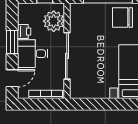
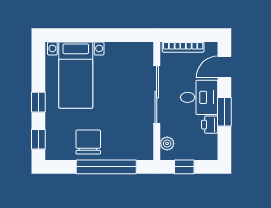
chair: (123, 18) -> (88, 142), turned -90
plant: (54, 21) -> (167, 143), width x0.53, depth x0.53

